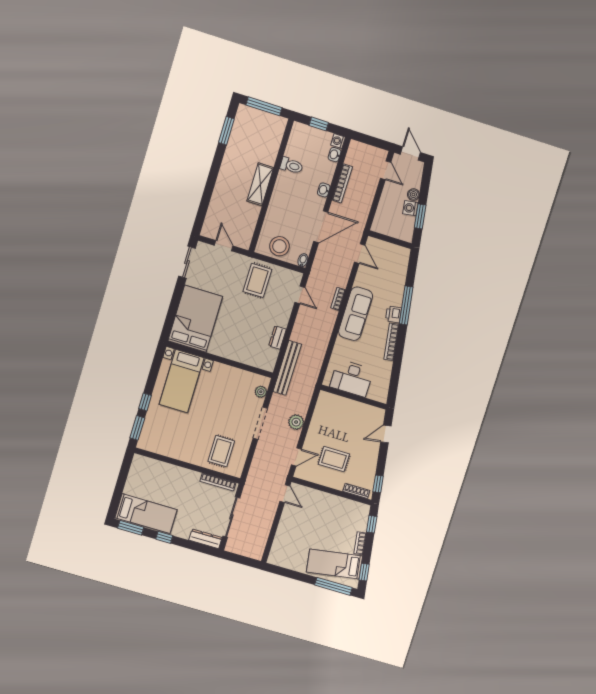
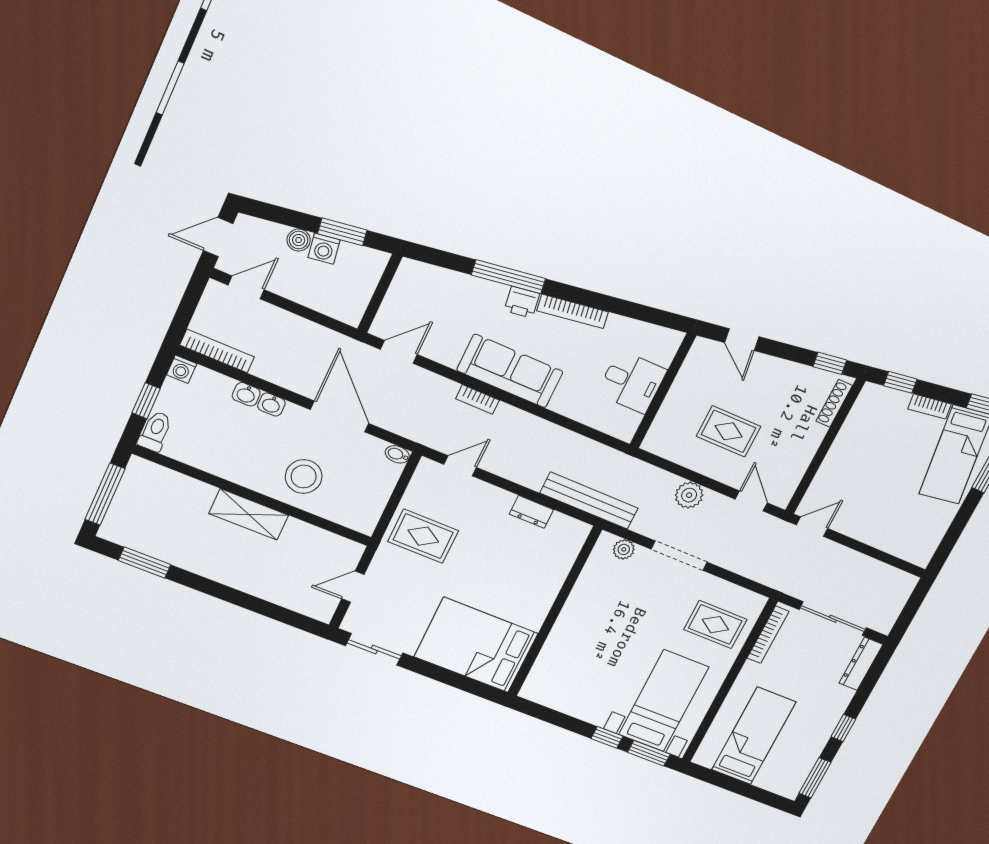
washbasin: (335, 155) -> (246, 394), moved
toilet: (291, 166) -> (155, 431), moved
bookcase: (342, 183) -> (217, 351), moved
stool: (279, 246) -> (304, 477), moved
desk: (352, 378) -> (632, 382), width x0.73
bed with nightstands: (182, 381) -> (664, 701), moved, turned -90
rug: (334, 459) -> (729, 431), moved, turned 90
bed: (146, 514) -> (754, 736), moved

